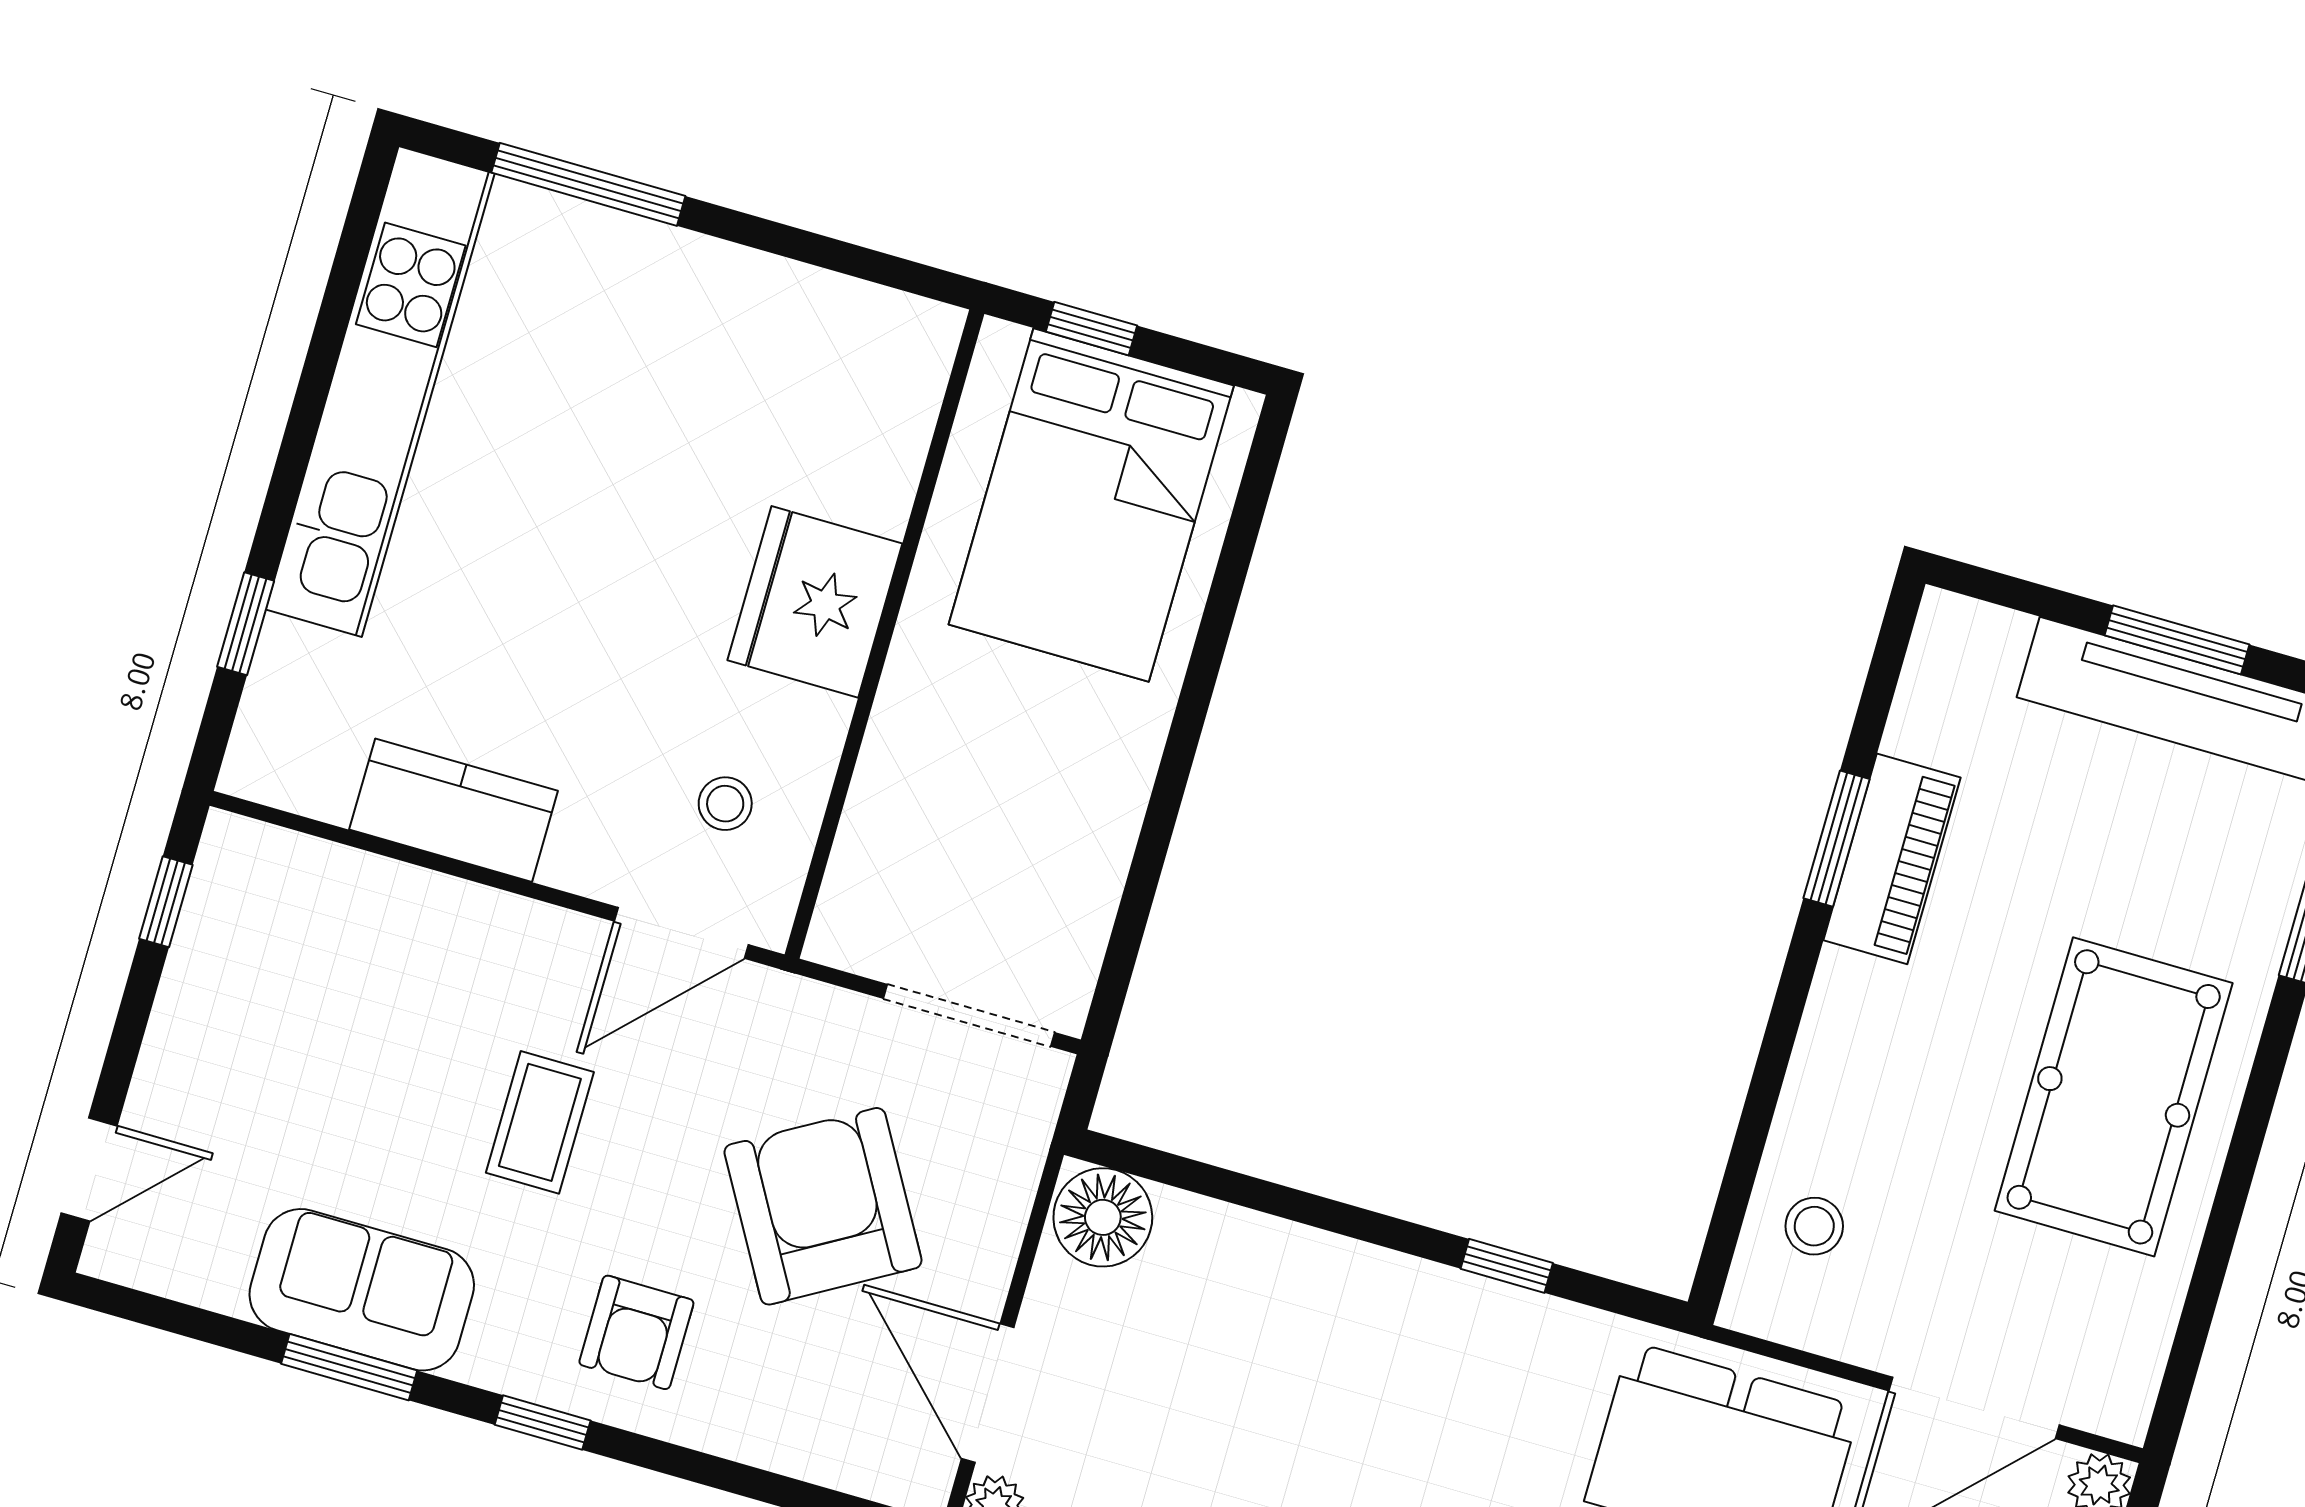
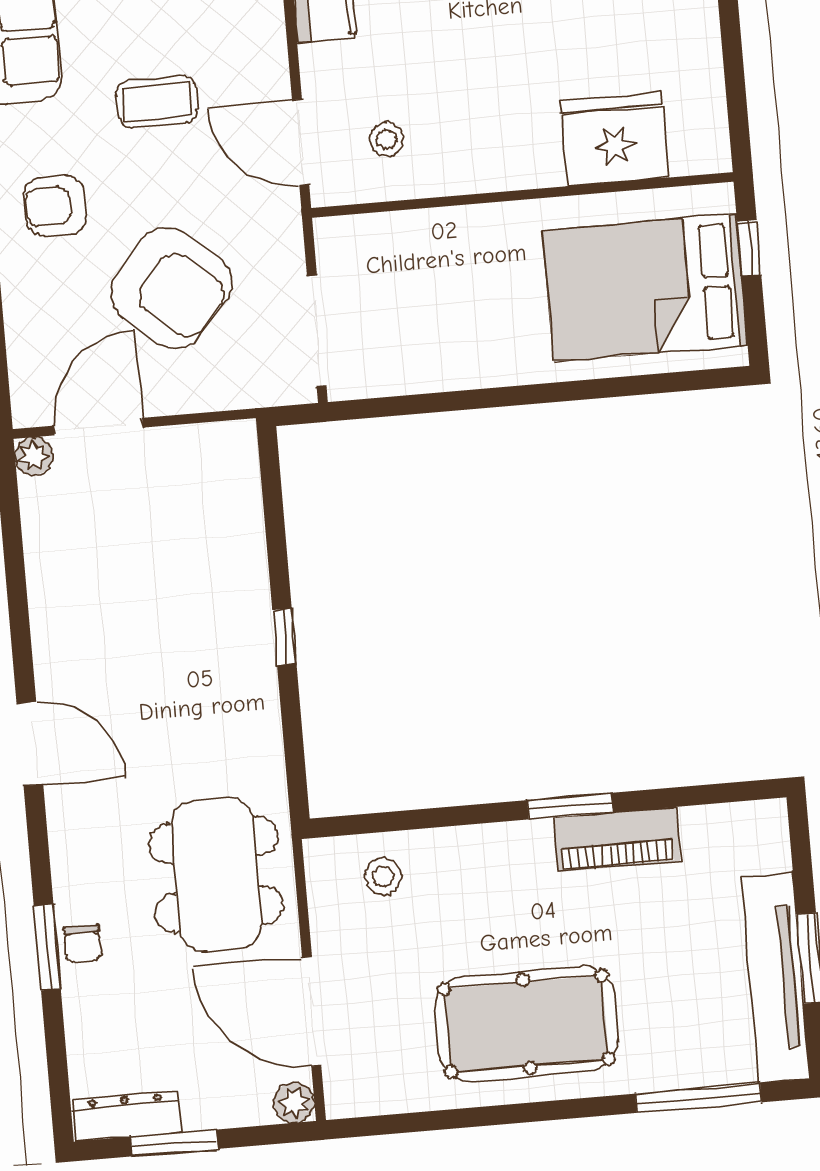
fridge: (815, 602) -> (614, 139), moved
window: (1836, 839) -> (570, 806), moved
armchair: (823, 1206) -> (171, 288), turned 71
floor lamp: (1103, 1217) -> (228, 455), removed
window: (1507, 1266) -> (284, 637), moved

